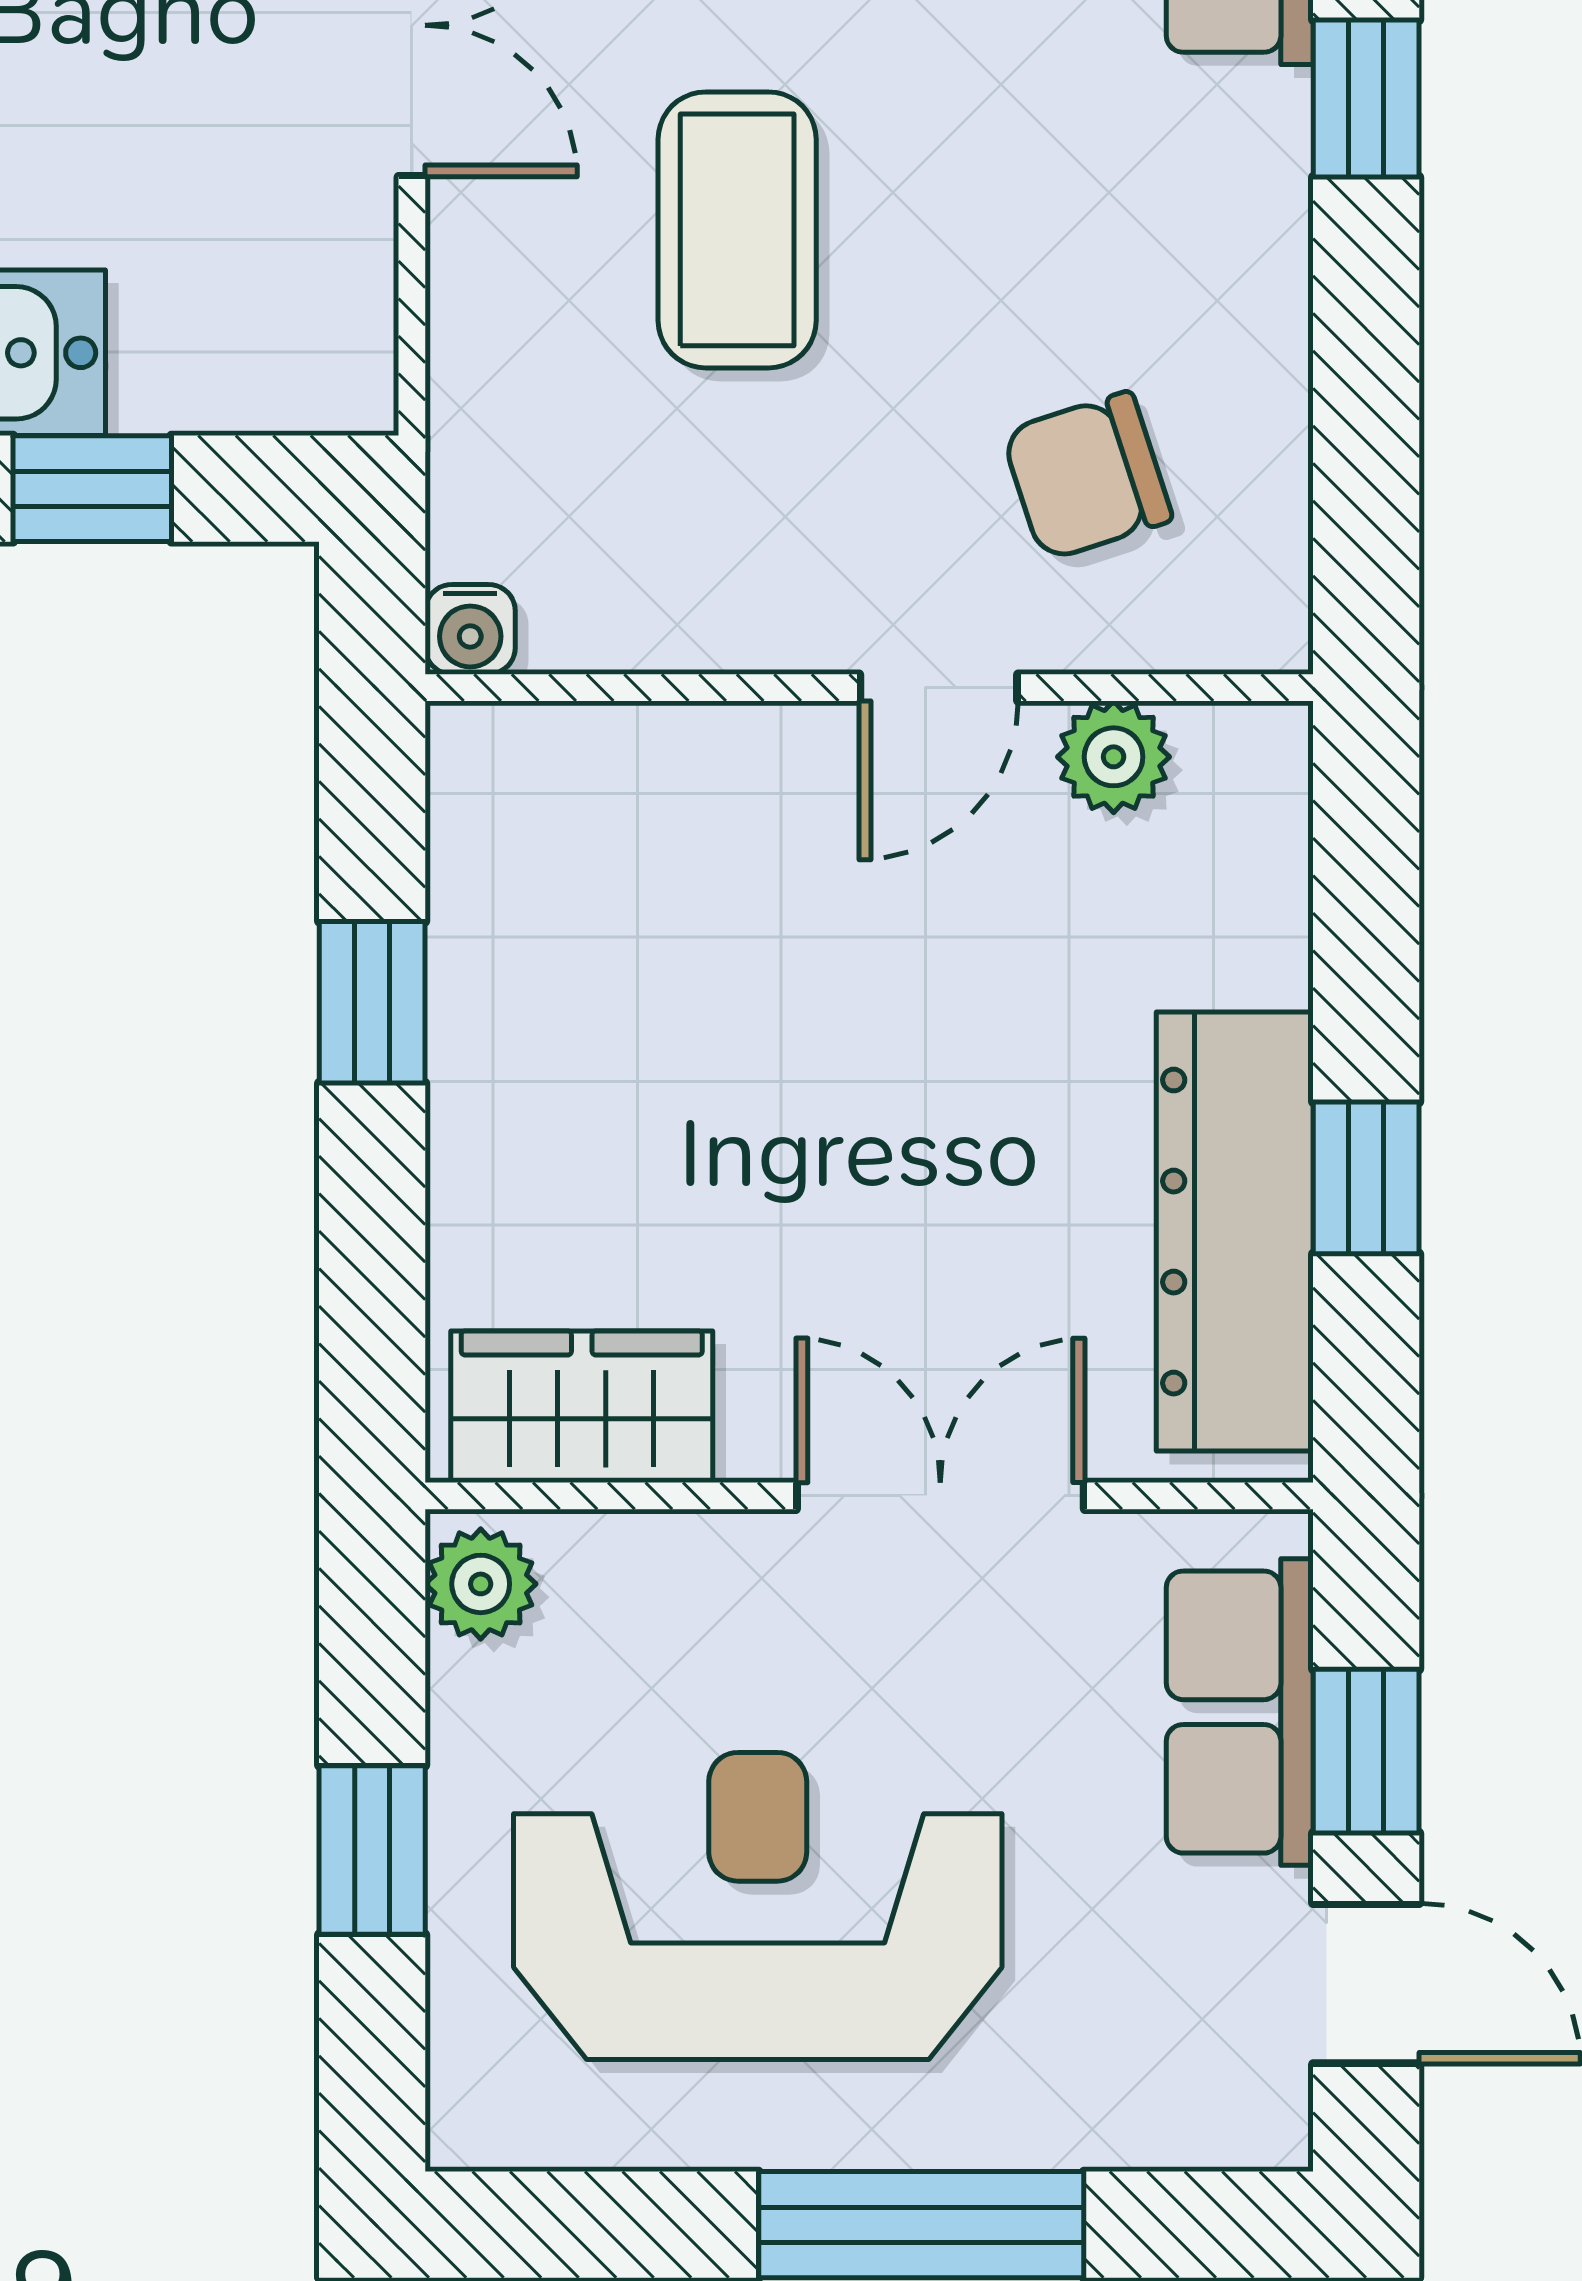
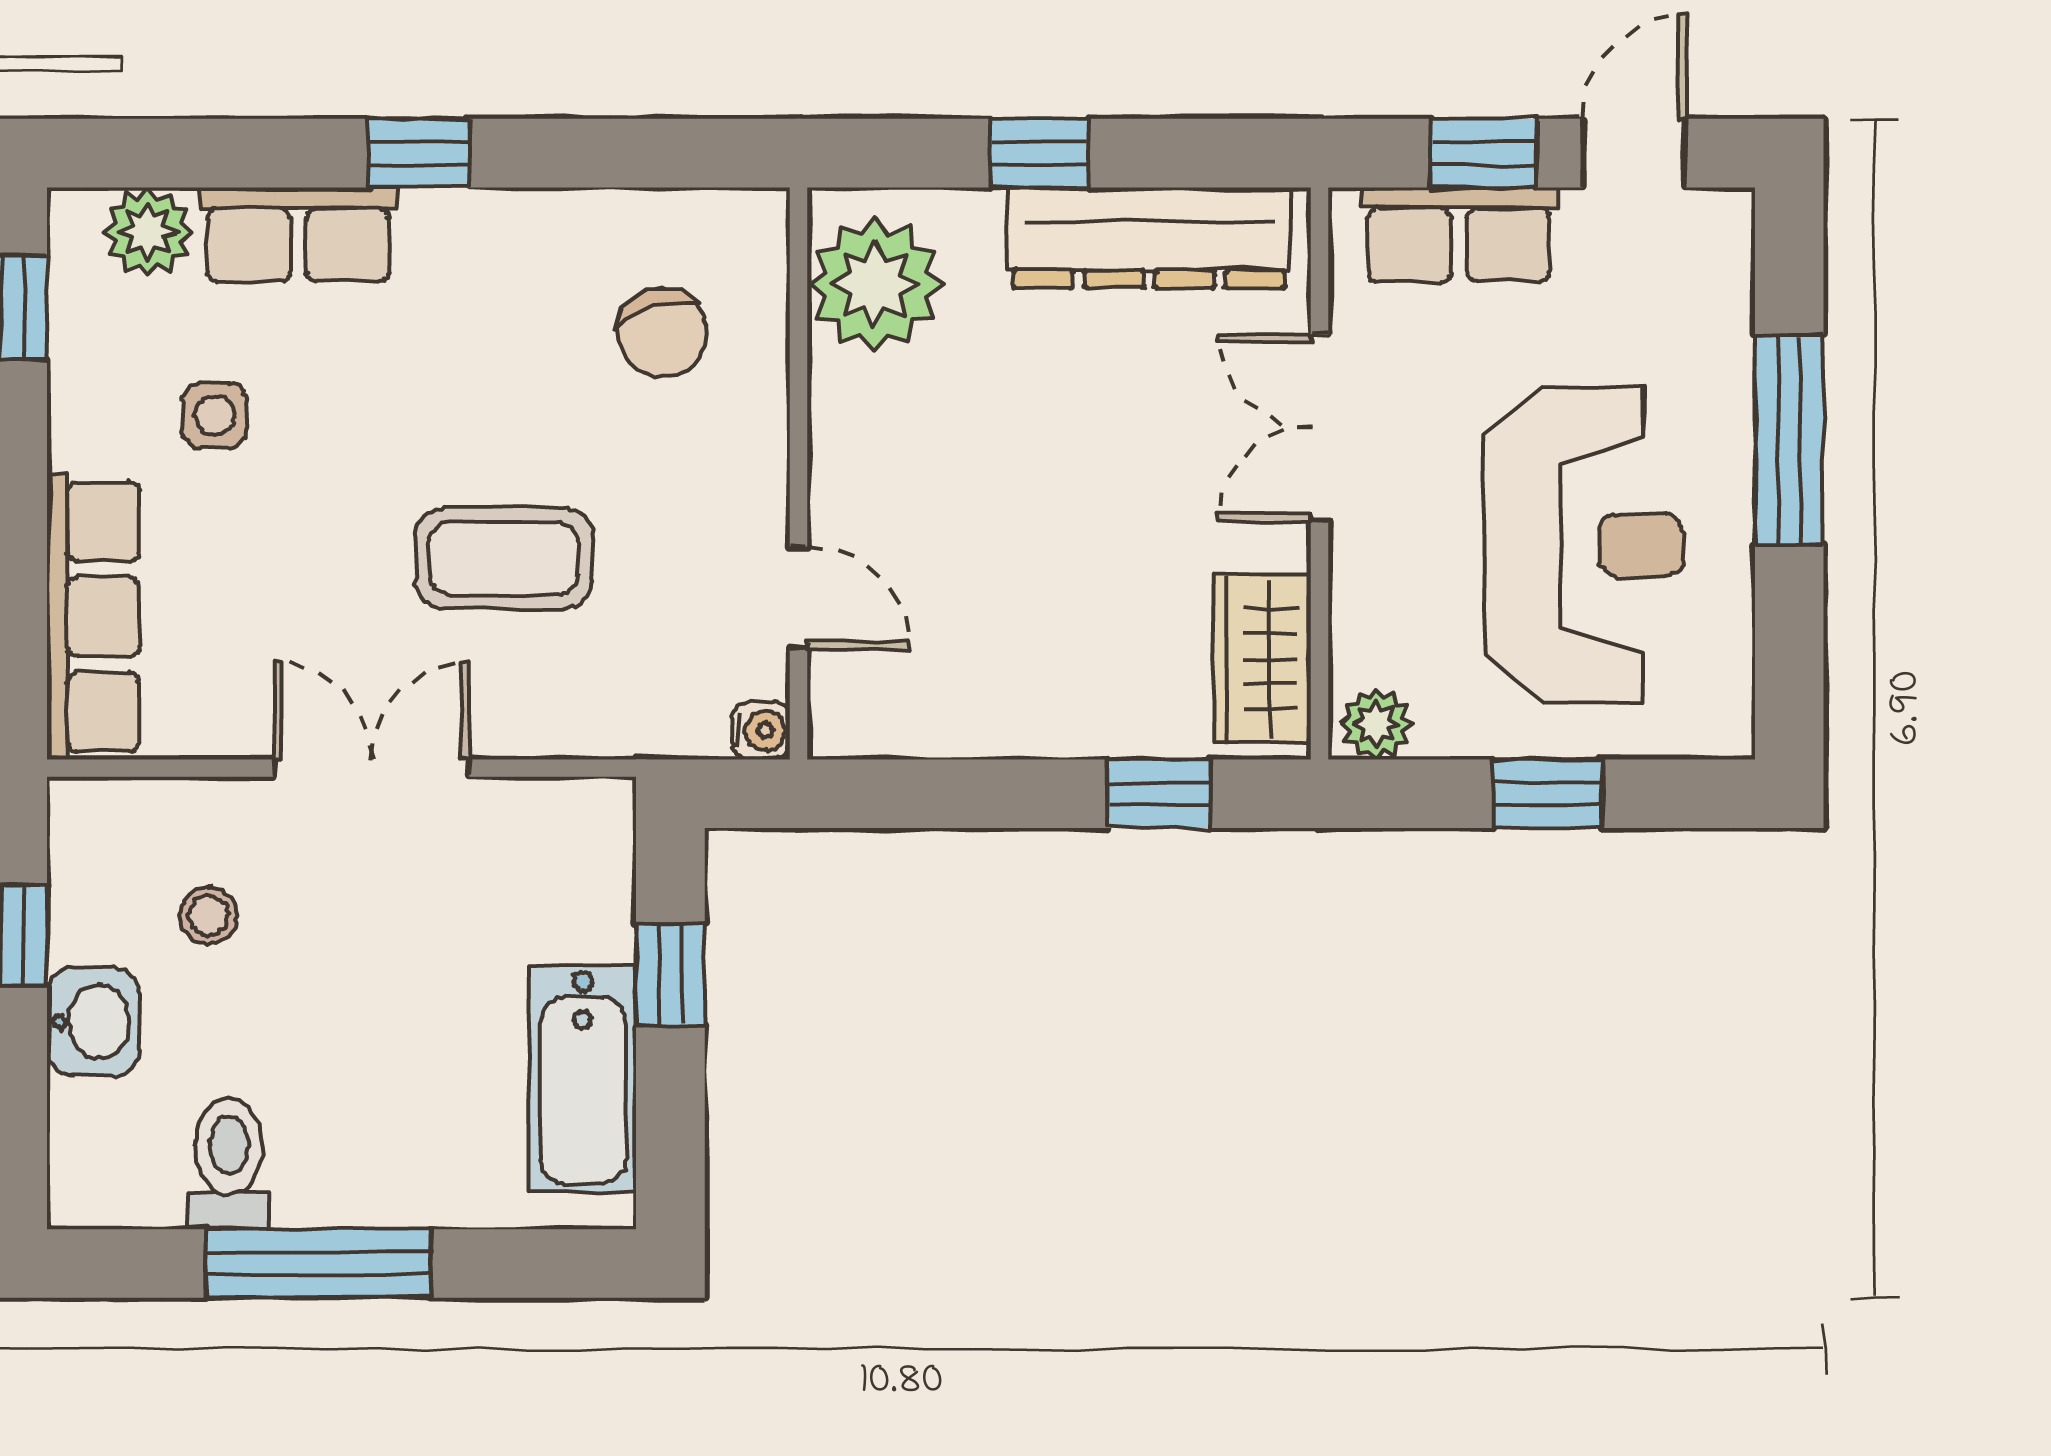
door: (939, 688) -> (799, 598), moved
plant: (1114, 757) -> (875, 284), width x1.88, depth x1.88
window: (372, 1002) -> (1159, 794), moved
window: (1366, 1178) -> (1040, 153), moved
reception desk: (758, 1906) -> (1584, 545), turned 180

